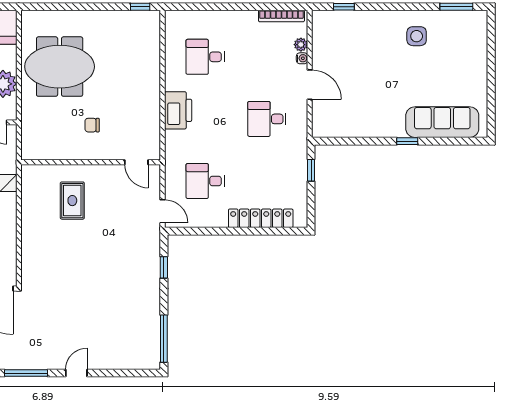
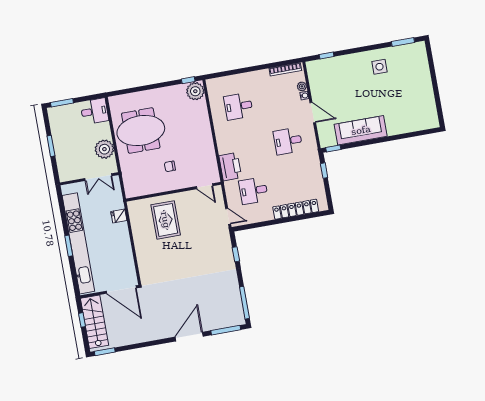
plant: (147, 24) -> (195, 91), added
printer: (178, 110) -> (230, 167), moved
sofa: (442, 122) -> (361, 130), moved
window: (407, 141) -> (333, 148), moved
rug: (72, 201) -> (166, 220), width x1.36, depth x1.43
window: (26, 373) -> (226, 330), moved
door: (76, 373) -> (189, 337), width x1.87

